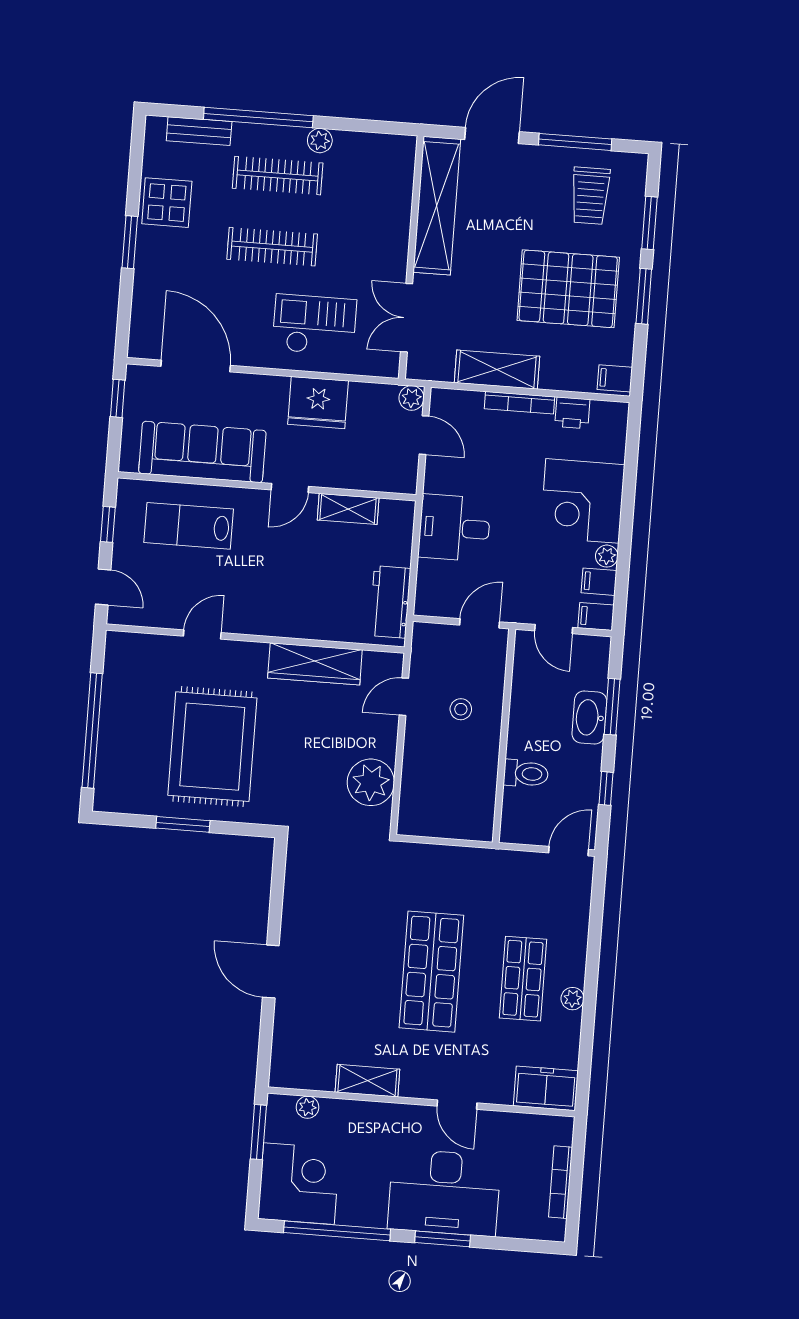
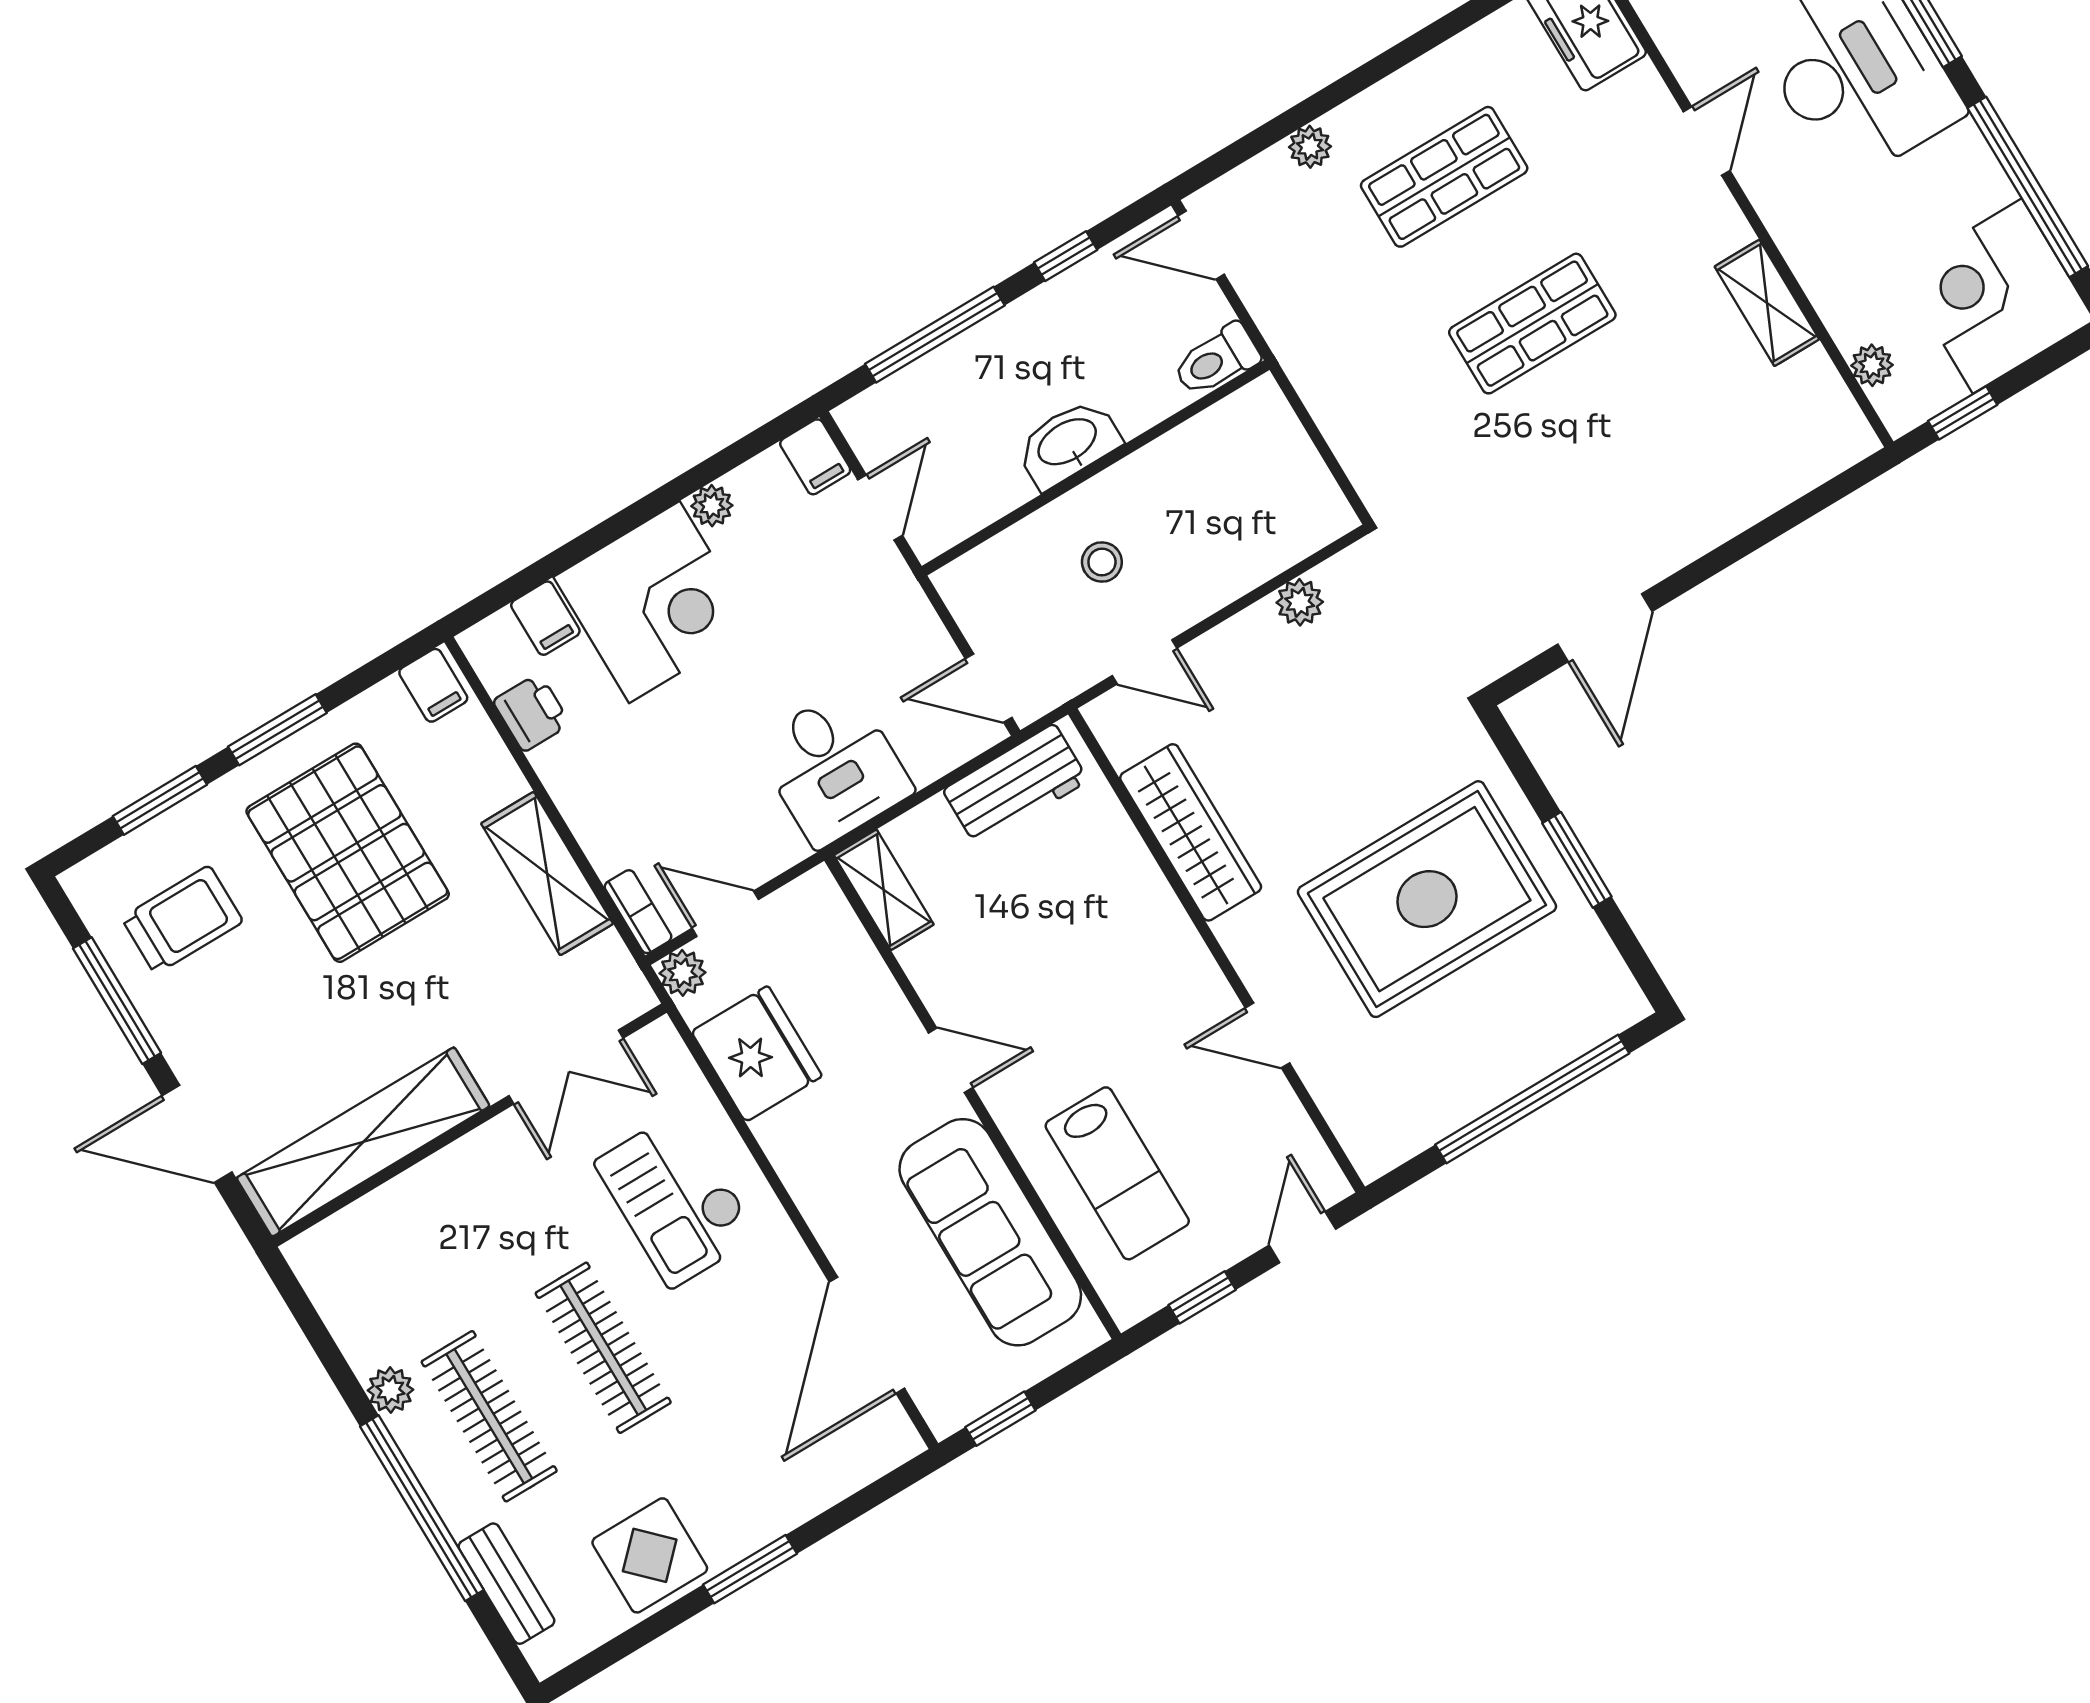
fridge: (318, 403) -> (757, 1054), moved
bookcase: (519, 403) -> (638, 912), moved, width x0.64
door: (424, 435) -> (725, 914), hinge flipped
shelving: (348, 509) -> (884, 890), moved
filing cabinet: (599, 582) -> (545, 618), moved
door: (480, 623) -> (989, 688), moved
window: (612, 707) -> (935, 335), width x1.44
washbasin: (589, 718) -> (1068, 443), moved, turned 180
toilet: (526, 774) -> (1216, 360), moved, turned -90
plant: (371, 782) -> (1300, 602), width x0.53, depth x0.53
door: (271, 972) -> (1605, 628), moved
shop shelf: (431, 972) -> (1532, 324), width x0.70, depth x0.74
plant: (572, 999) -> (1310, 147), moved
window: (258, 1132) -> (1963, 413), width x0.67

